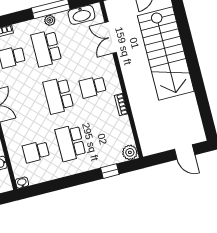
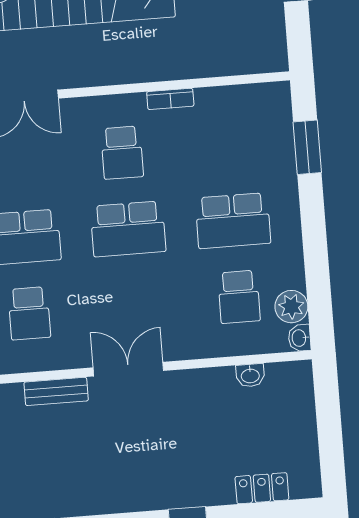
plant: (130, 152) -> (291, 307), moved
window: (110, 171) -> (307, 147), width x1.50

